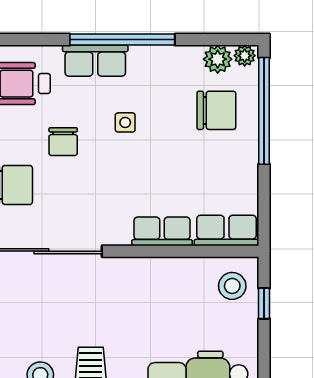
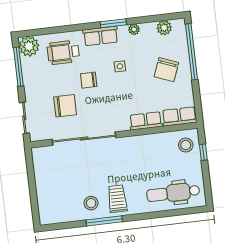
window: (122, 40) -> (113, 23), width x0.47
plant: (245, 56) -> (134, 29), moved
chair: (216, 110) -> (166, 70), moved, turned 111
chair: (63, 142) -> (89, 80), turned 90

